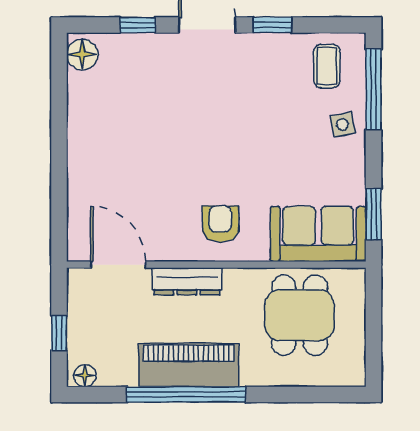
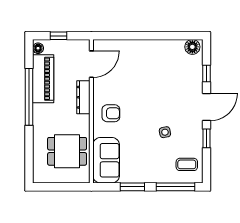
side table: (343, 124) -> (165, 132), moved
window: (374, 214) -> (132, 187), moved
piano: (189, 365) -> (43, 79), moved

